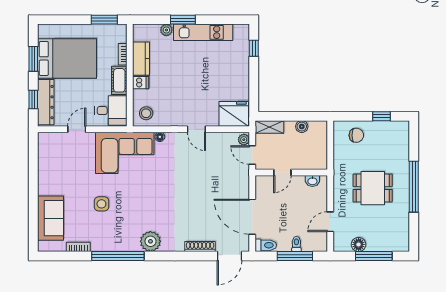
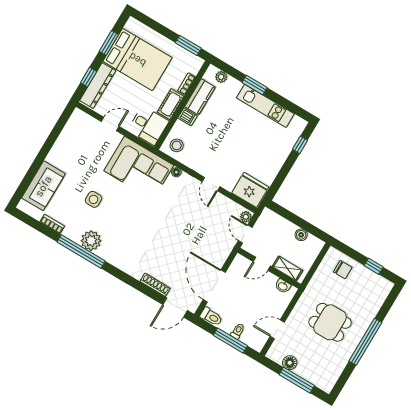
plant: (166, 30) -> (221, 77), moved
shelving: (269, 127) -> (288, 268), moved
plant: (150, 241) -> (91, 241), moved

